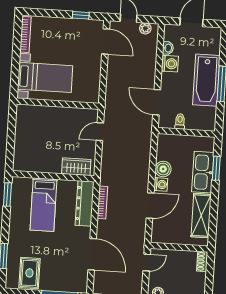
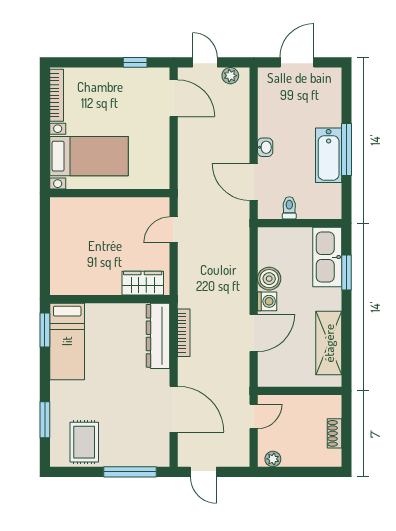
washbasin: (168, 48) -> (265, 147), moved
washing machine: (170, 64) -> (269, 125), removed
bathtub: (206, 80) -> (329, 155), width x0.73, depth x0.73
kitchen sink: (203, 172) -> (327, 257), moved
bed: (44, 205) -> (67, 341), moved
shoe rack: (202, 261) -> (334, 433), moved

